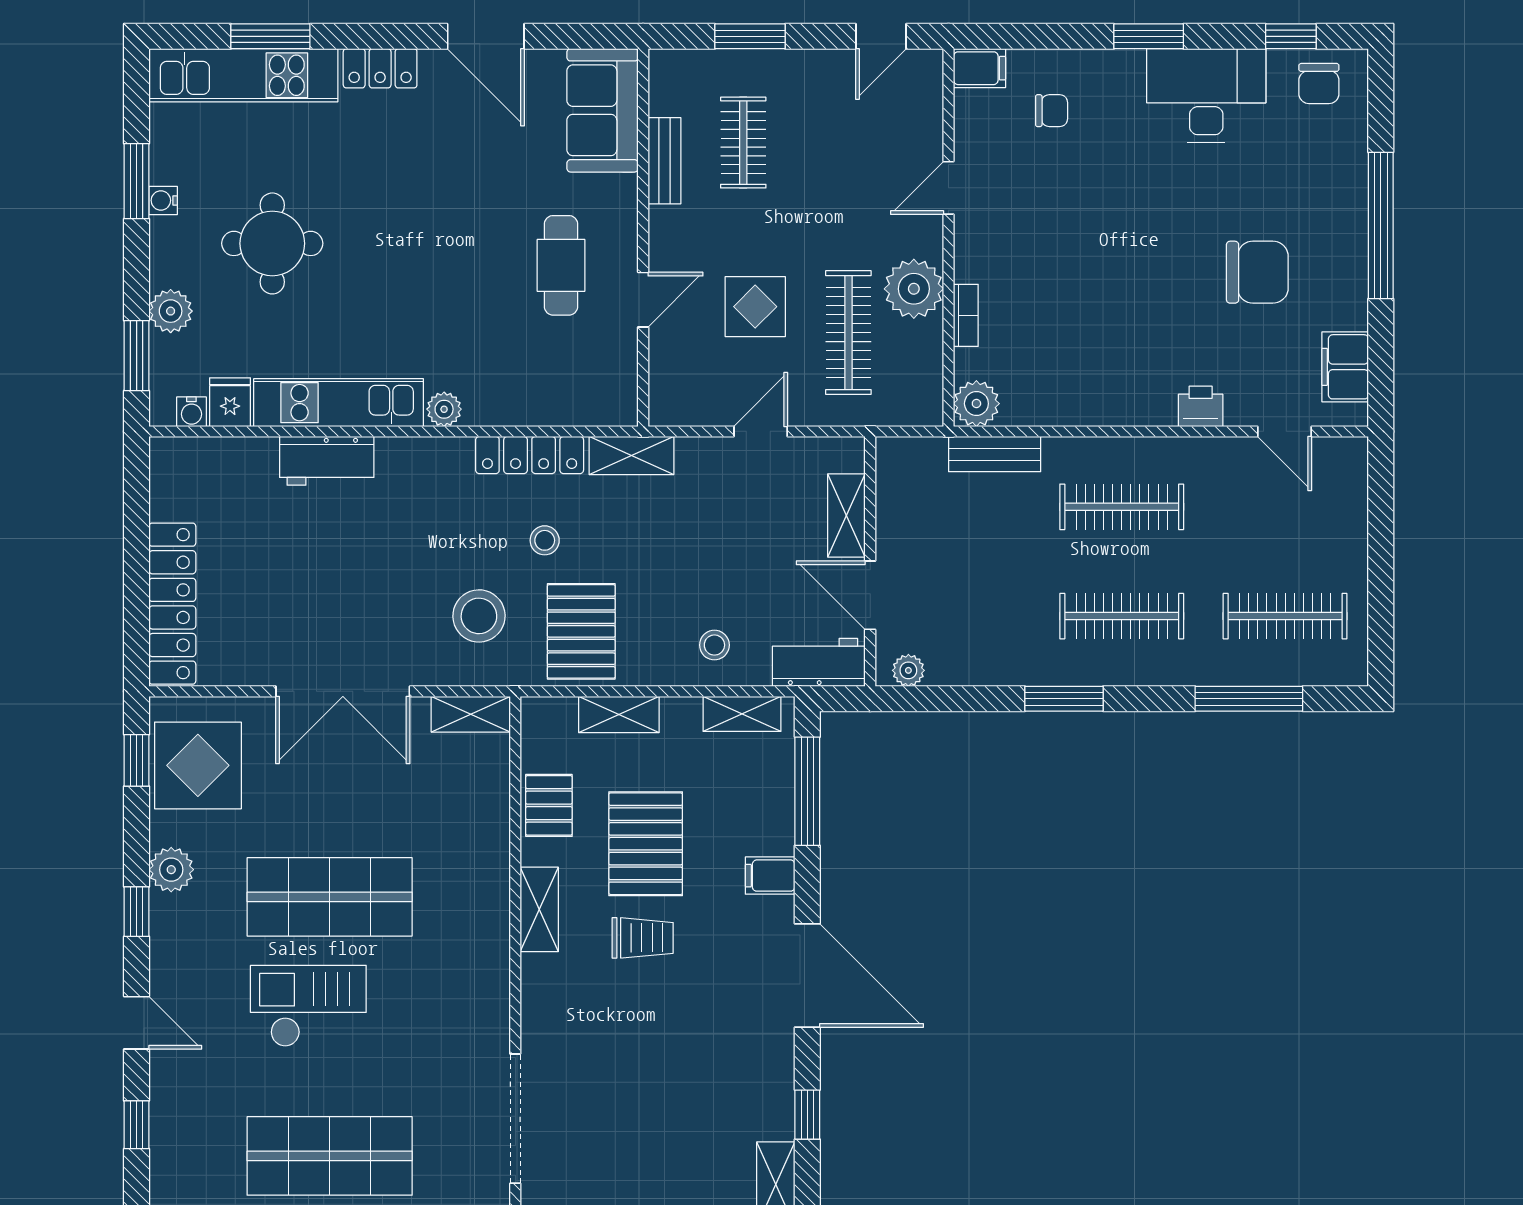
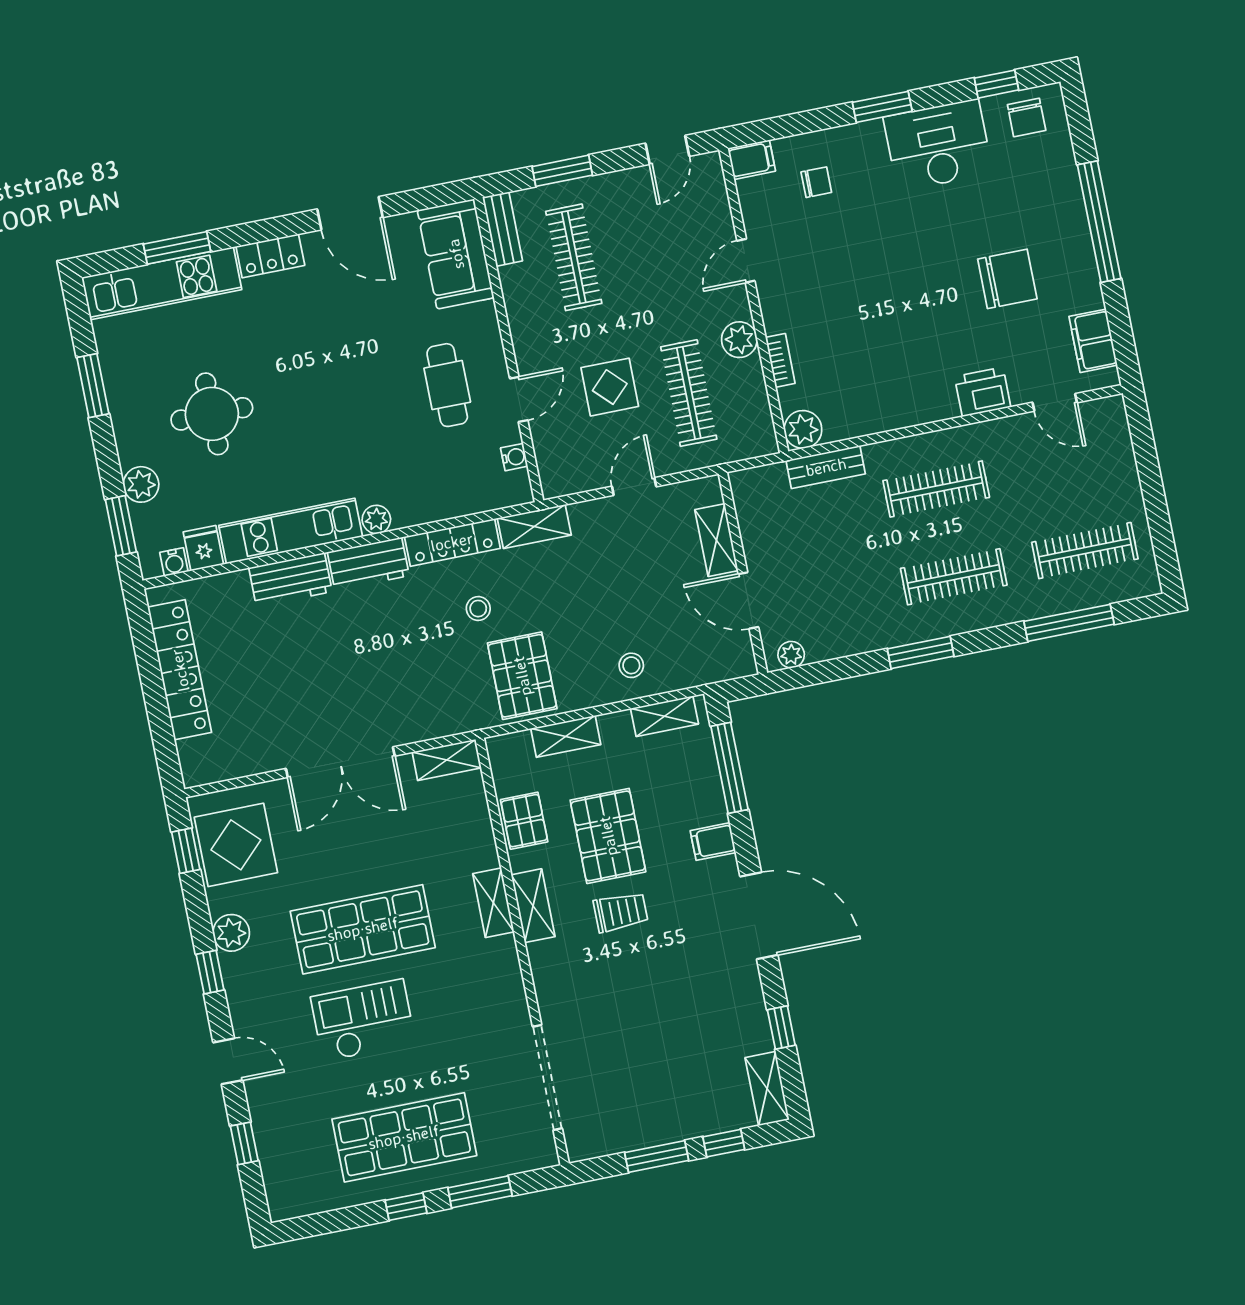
clothes rail: (743, 143) -> (574, 257), width x1.36
bench: (665, 161) -> (502, 229), moved
water cooler: (163, 200) -> (514, 457), moved, turned 180
plant: (914, 289) -> (739, 340), width x0.73, depth x0.73
printer: (1201, 406) -> (983, 392), width x1.36, depth x1.24
locker: (172, 604) -> (180, 670), moved
stool: (479, 616) -> (438, 680), removed
workbench: (819, 662) -> (368, 564), moved, turned 180
shelving: (492, 896) -> (493, 903), added

